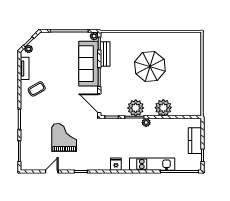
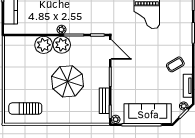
sun lounger: (181, 47) -> (25, 109), added
sofa: (89, 64) -> (148, 114), moved, turned -90
parasol: (150, 66) -> (67, 81), moved
plant: (136, 108) -> (62, 45), moved

